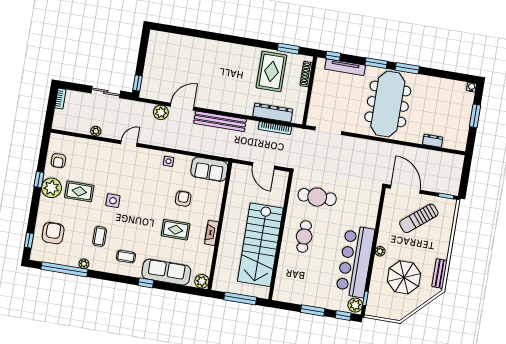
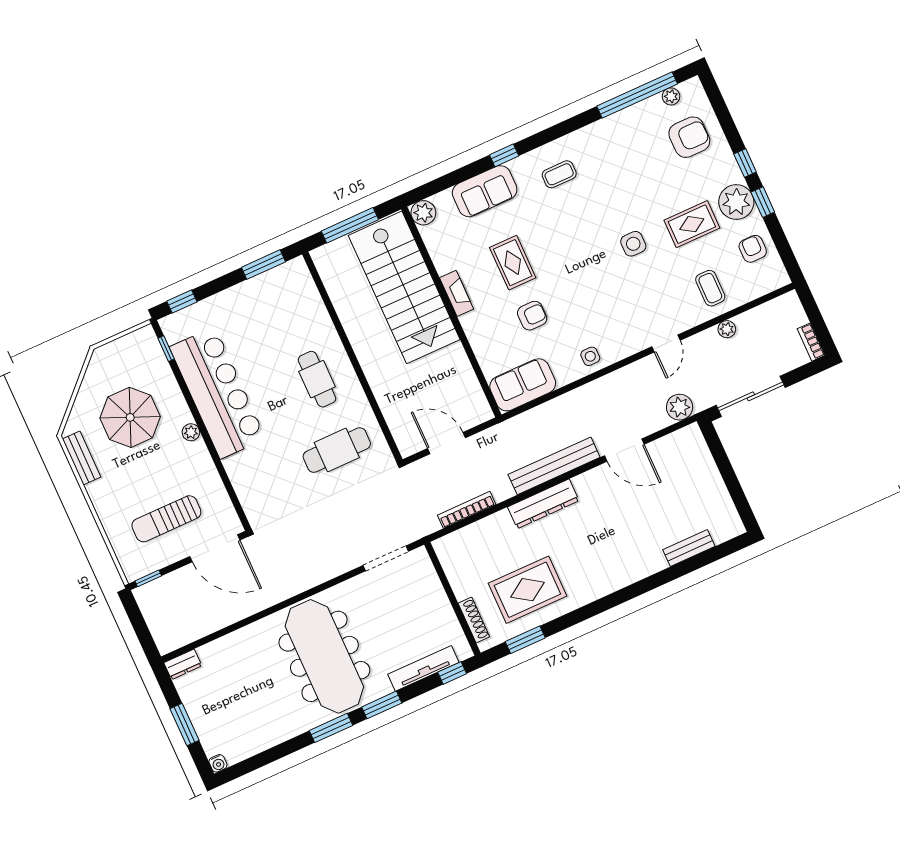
bench: (182, 40) -> (689, 548), added
rug: (271, 71) -> (527, 590), turned 90
window: (138, 83) -> (713, 441), removed
sliding door: (106, 92) -> (751, 396), width x1.37
door: (182, 107) -> (624, 450), hinge flipped
plant: (161, 112) -> (680, 407), moved
dresser: (273, 113) -> (543, 504), moved
dresser: (433, 141) -> (183, 664), moved
armchair: (183, 199) -> (532, 316), turned -90
sun lounger: (419, 218) -> (166, 519), turned -141
rug: (176, 230) -> (513, 263), turned 90
armchair: (53, 233) -> (689, 137), turned -90
coffee table: (100, 236) -> (710, 288), moved
window: (29, 240) -> (745, 163), moved
stairs: (260, 245) -> (404, 287), moved, turned 180
plant: (84, 264) -> (671, 96), moved
sofa: (166, 272) -> (485, 191), width x0.73
plant: (355, 305) -> (174, 329), removed
window: (313, 310) -> (263, 265), moved

